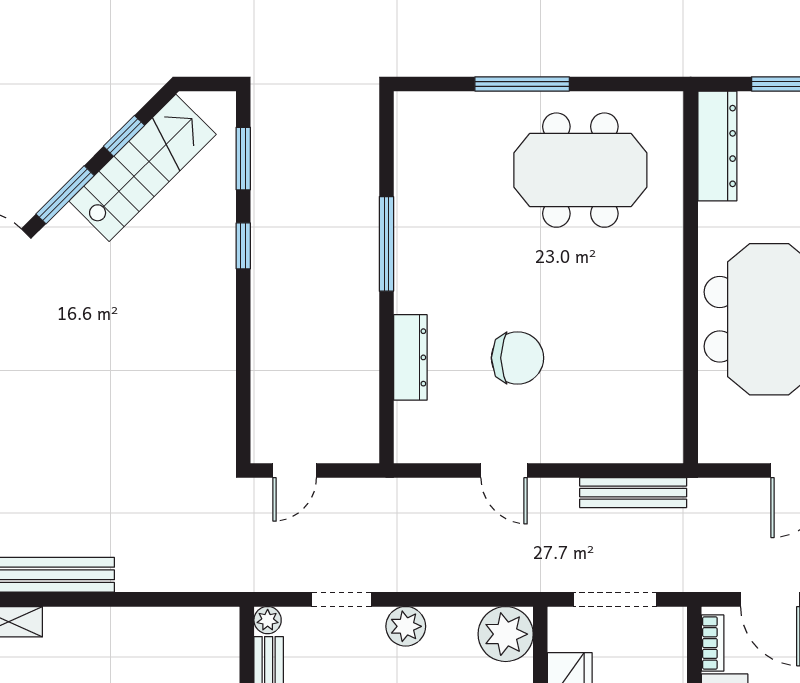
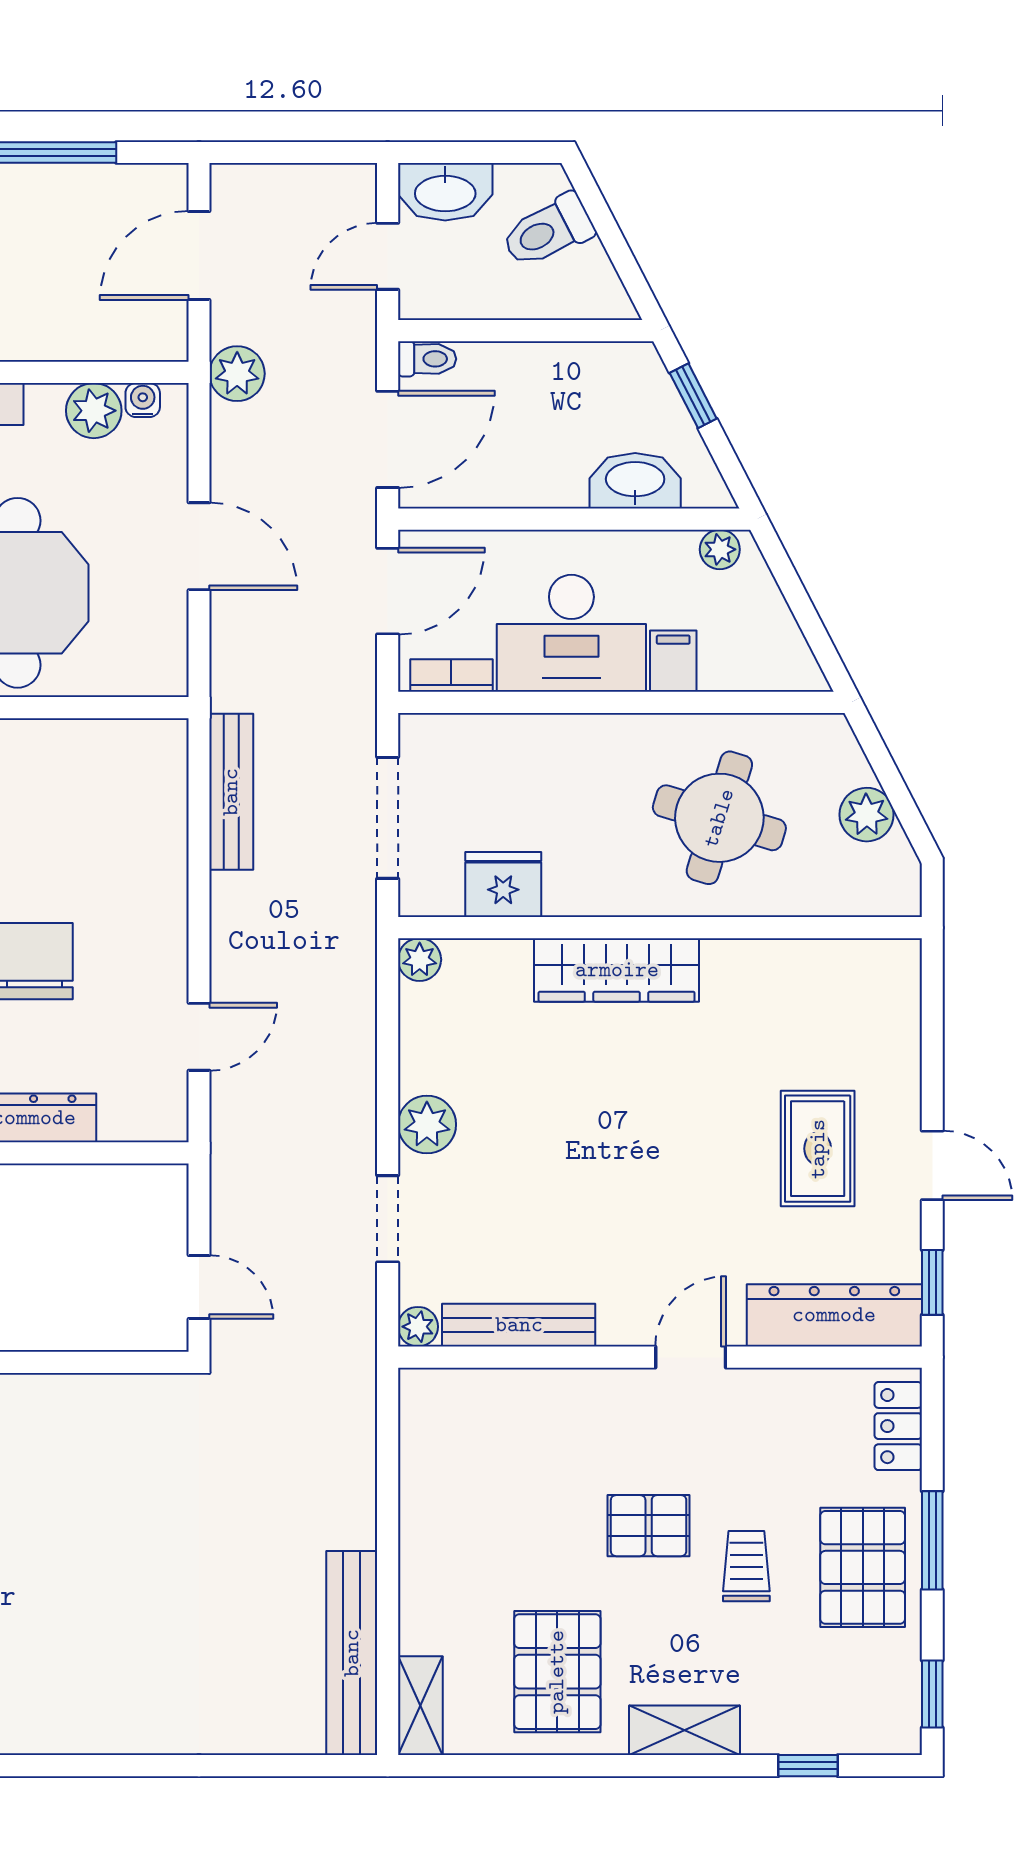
door: (504, 470) -> (199, 1037), moved
plant: (506, 634) -> (420, 960), width x0.53, depth x0.53

